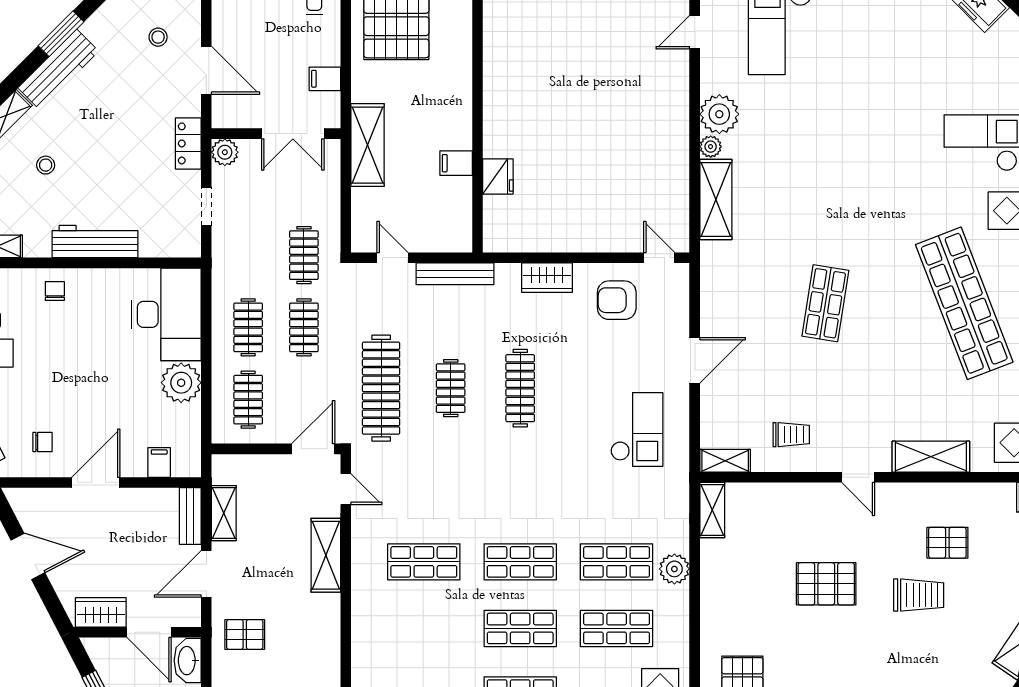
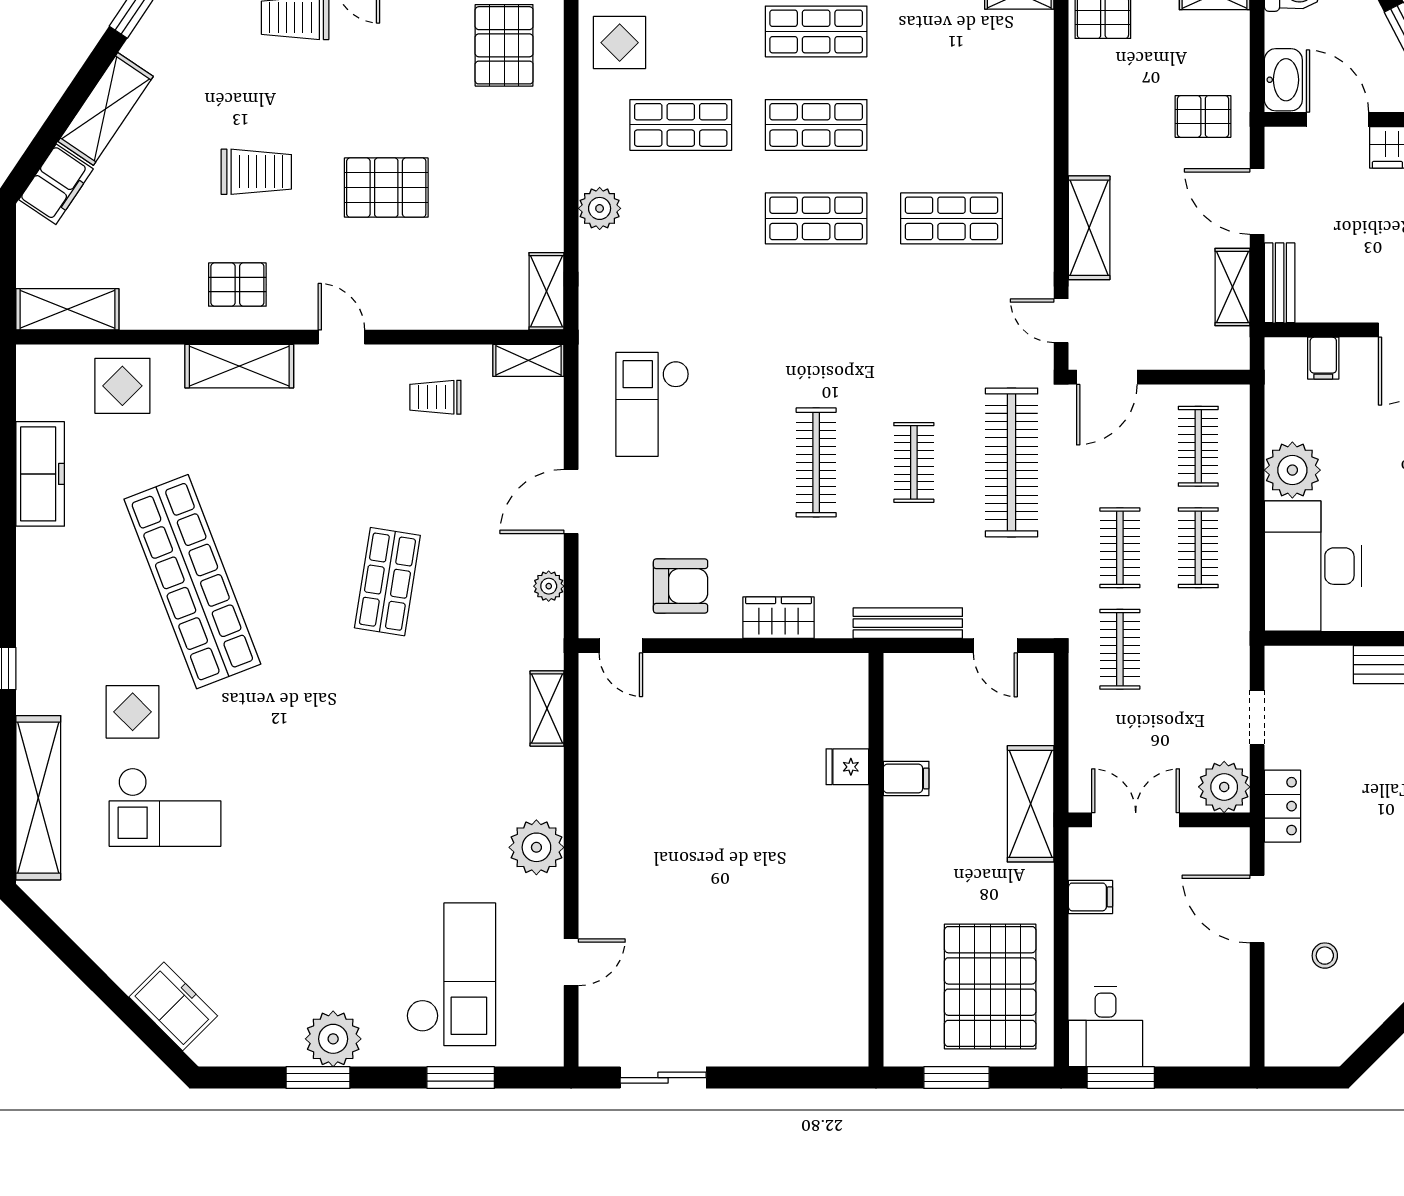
plant: (711, 147) -> (549, 586), moved
plant: (225, 152) -> (1224, 787), width x1.36, depth x1.36
fridge: (498, 176) -> (847, 767), width x0.72
shelving: (716, 200) -> (547, 709), width x0.67, depth x0.75
pallet: (947, 543) -> (237, 285), moved
shop shelf: (617, 562) -> (681, 218), removed
door: (206, 574) -> (1257, 202), swing flipped
trolley: (919, 595) -> (256, 172), turned 180

